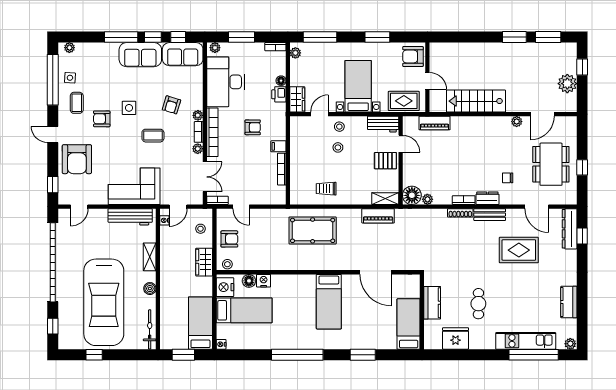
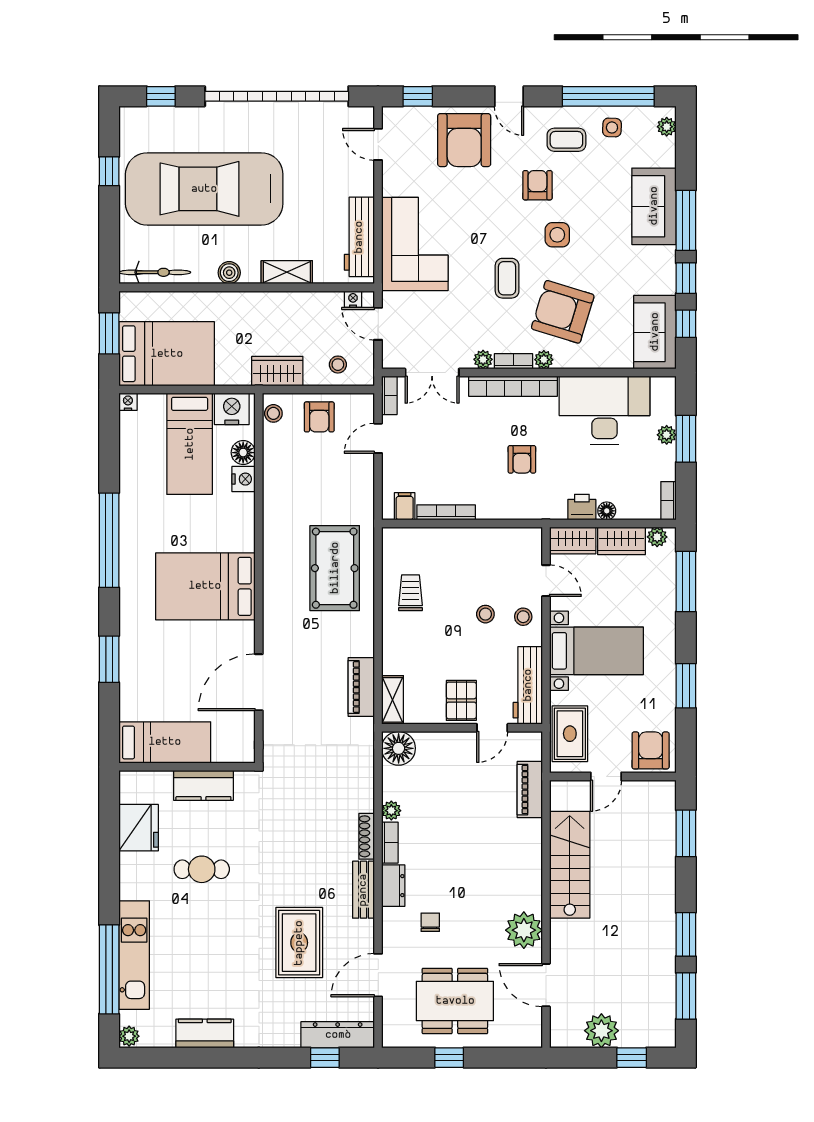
window: (459, 37) -> (686, 833), added
plant: (215, 48) -> (667, 435), moved
sofa: (140, 55) -> (654, 206), moved
wardrobe: (298, 73) -> (621, 541), added
armchair: (171, 105) -> (563, 312), width x1.88, depth x1.88
plant: (517, 122) -> (524, 930), width x1.88, depth x1.88
workbench: (383, 124) -> (528, 685), width x1.37
door: (53, 134) -> (509, 96), swing flipped
filing cabinet: (278, 146) -> (405, 506), moved
armchair: (77, 159) -> (464, 140), turned -90
plant: (427, 199) -> (391, 811), moved
bed: (329, 302) -> (205, 586), width x1.50
bed: (200, 323) -> (167, 354), width x1.50

